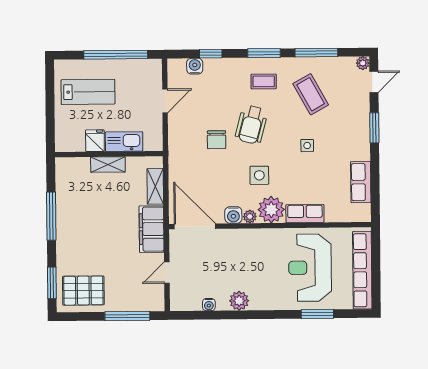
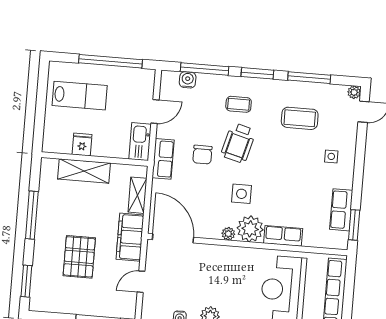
window: (211, 54) -> (205, 69), width x2.17
coffee table: (264, 81) -> (239, 104), moved
coffee table: (311, 94) -> (300, 118), turned -61
window: (374, 128) -> (354, 225), moved
kitchen sink: (124, 142) -> (140, 142), moved, turned -90
side table: (307, 146) -> (331, 156), moved
row of seats: (178, 148) -> (163, 159), added
shelving: (108, 164) -> (84, 171), width x1.50, depth x1.33
water cooler: (233, 215) -> (212, 231), removed
pallet: (83, 291) -> (79, 257), moved, turned 90

